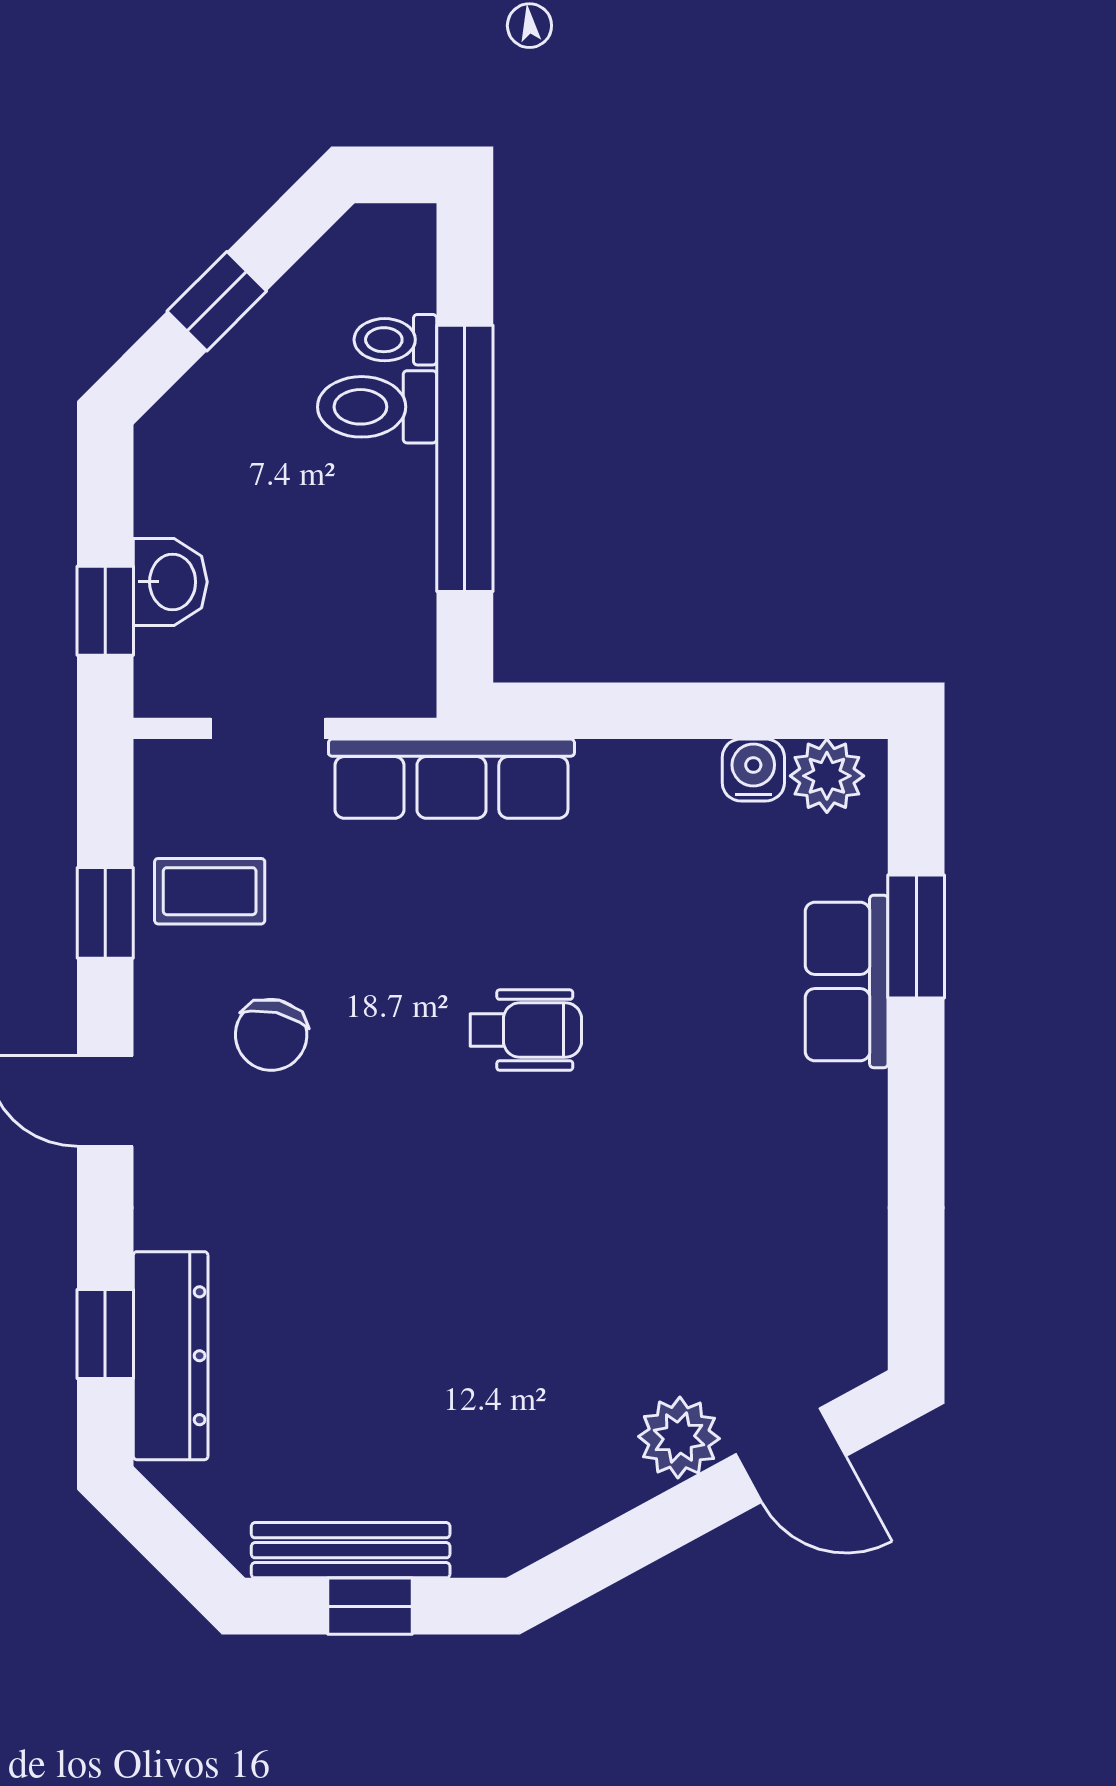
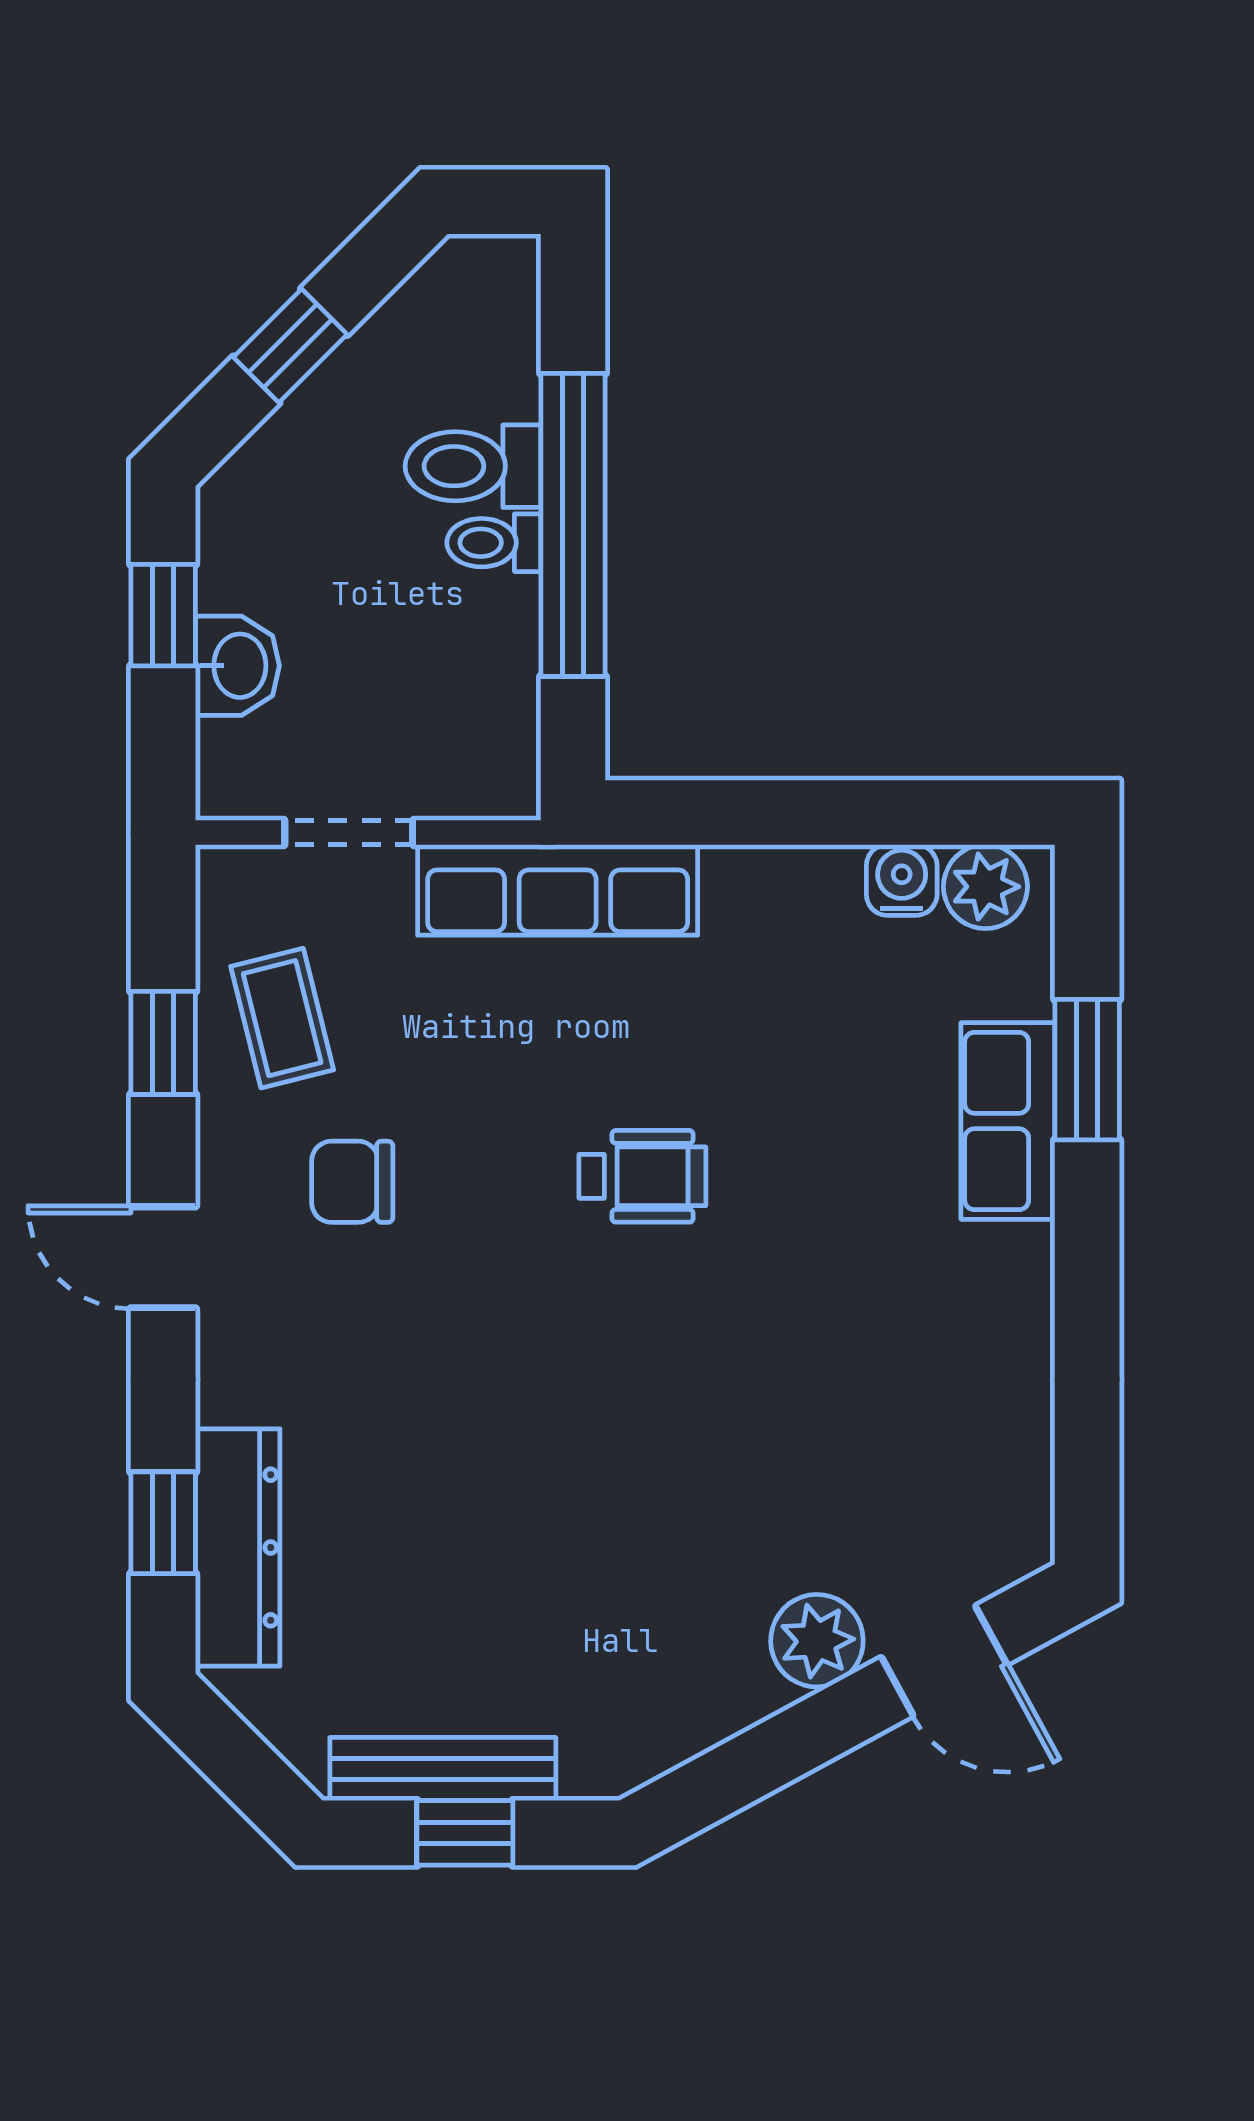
toilet: (395, 340) -> (494, 543), moved
window: (105, 611) -> (163, 615), moved
coffee table: (210, 891) -> (282, 1018), turned 76
chair: (271, 1035) -> (352, 1182), turned 77

